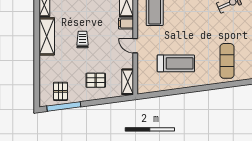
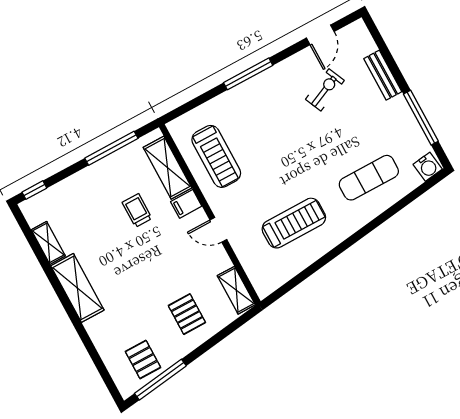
trolley: (82, 39) -> (137, 210), moved
exercise mat: (227, 61) -> (369, 178), turned 90
pallet: (96, 80) -> (187, 314), turned 90

